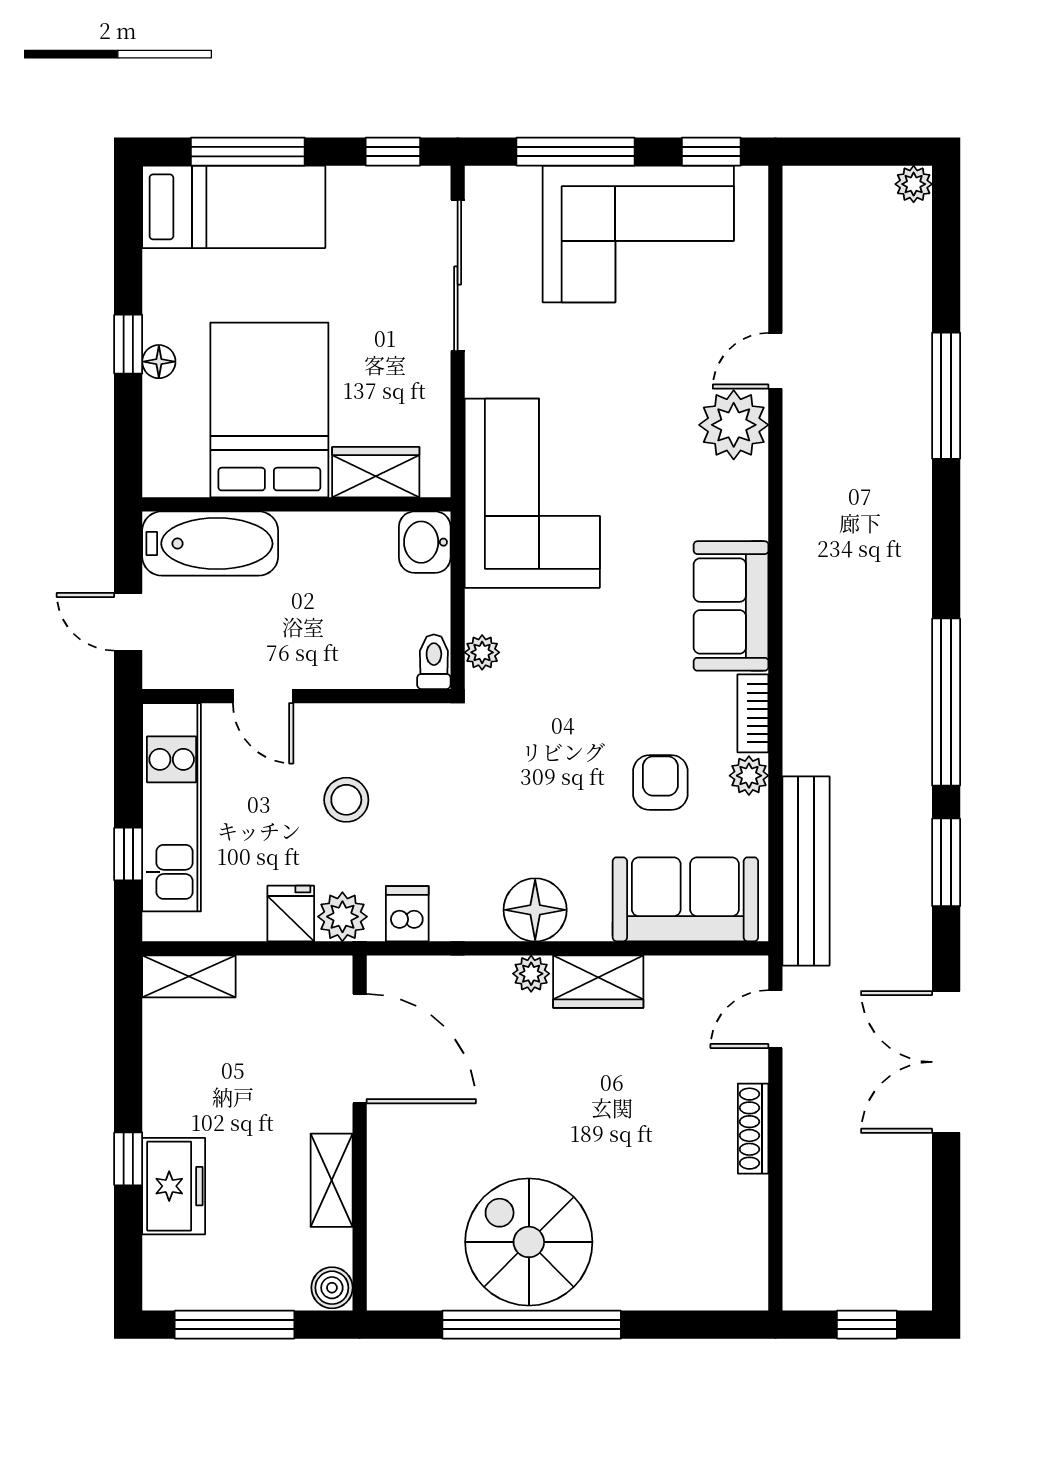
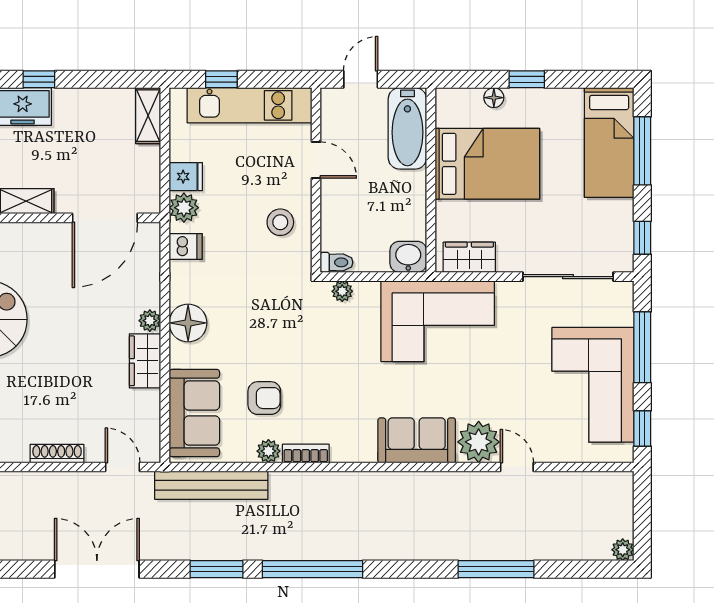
floor lamp: (159, 362) -> (494, 98), moved
wardrobe: (376, 472) -> (469, 257), moved, turned -90
sofa: (731, 606) -> (417, 440), moved
door: (263, 696) -> (316, 160), swing flipped
stool: (346, 800) -> (280, 222), moved

